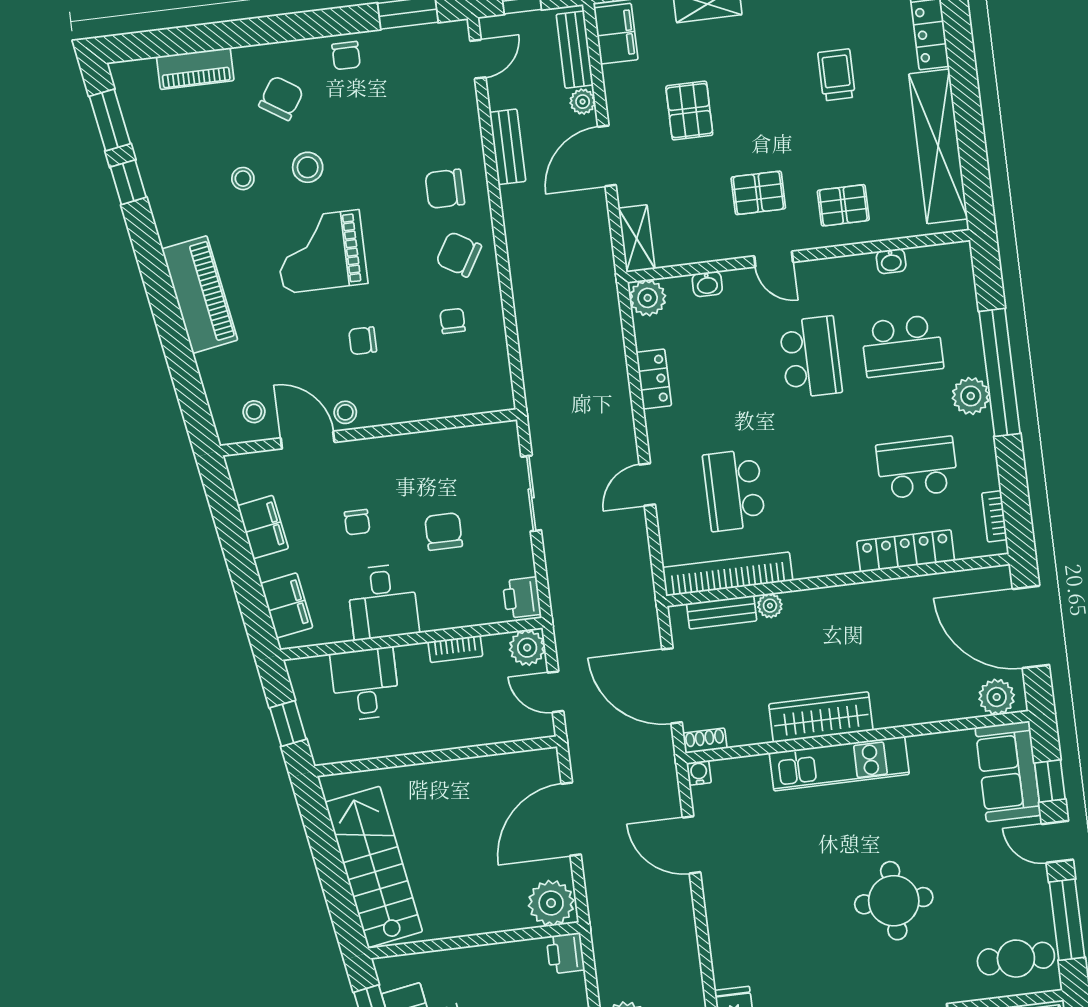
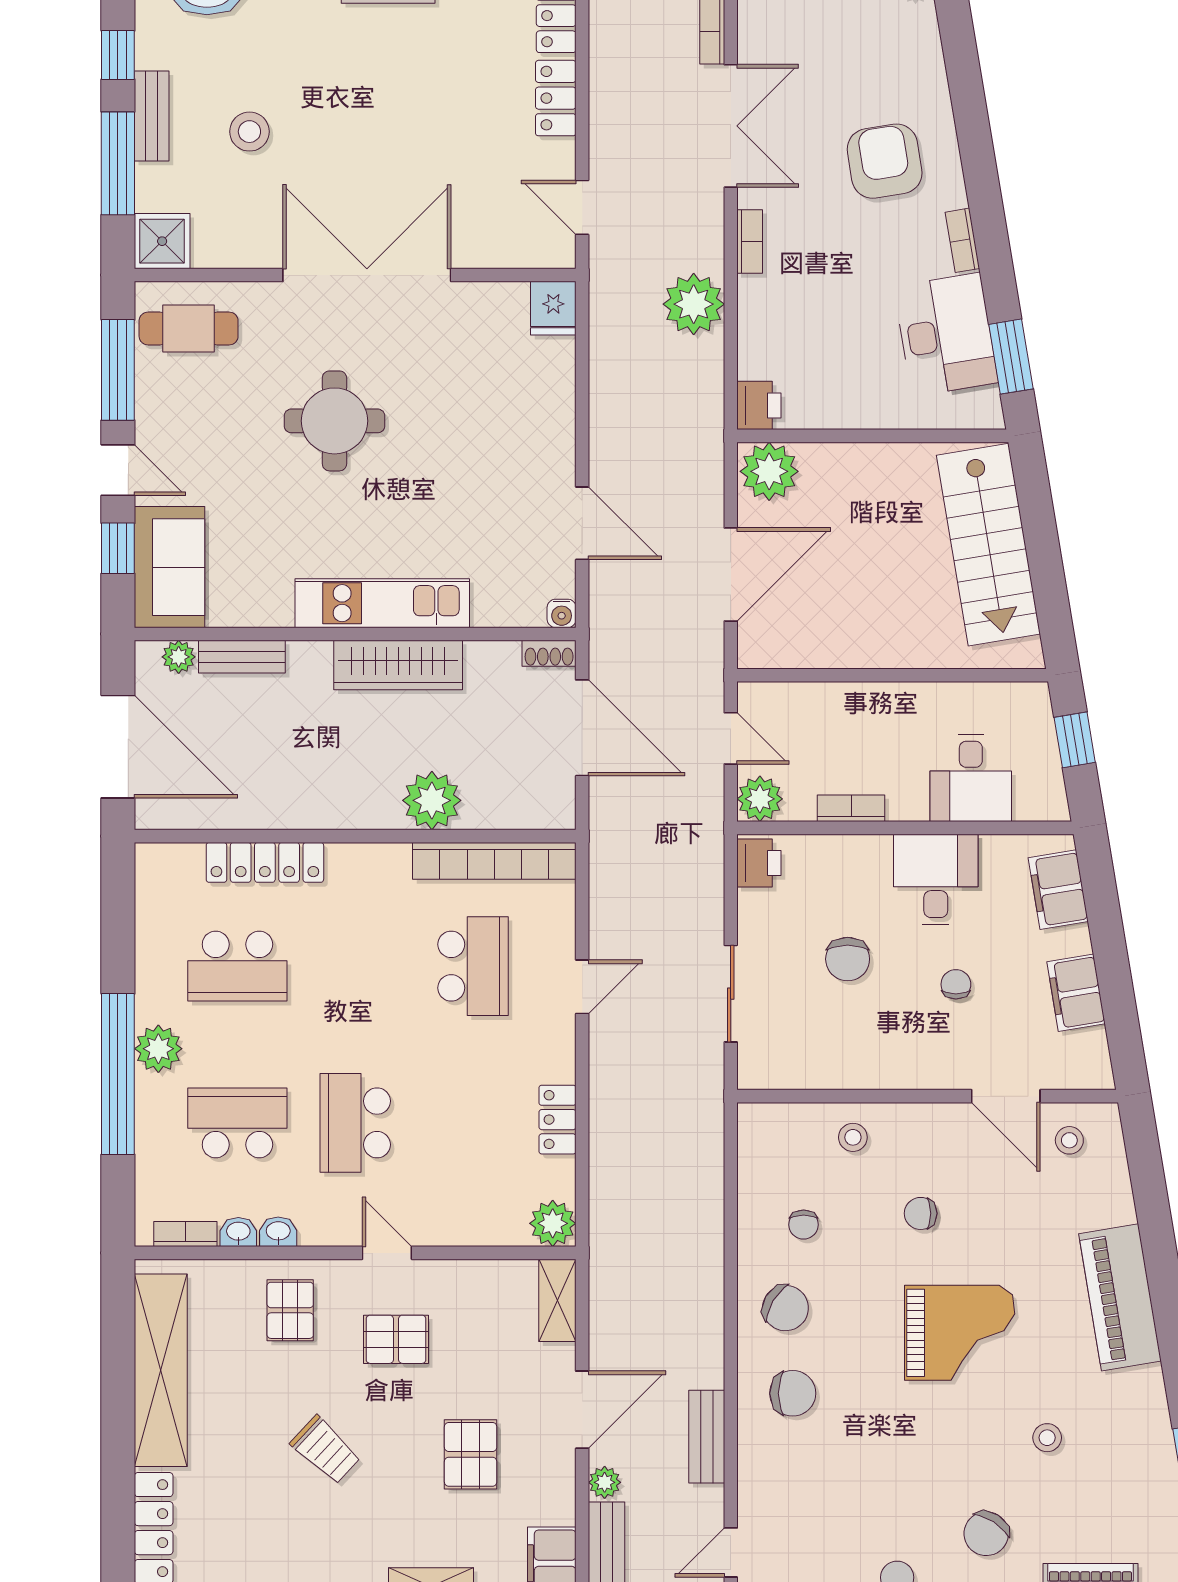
trolley: (836, 75) -> (326, 1450), moved, turned -47
stool: (308, 167) -> (963, 1442), removed
pallet: (843, 205) -> (290, 1310), turned 90
washbasin: (707, 284) -> (278, 1232), moved
chair: (363, 341) -> (921, 1213), turned 180
stool: (345, 412) -> (853, 1137), moved
bookcase: (994, 516) -> (185, 1234), moved, turned -90
plant: (770, 606) -> (432, 800), width x1.87, depth x1.87
bench: (722, 612) -> (242, 657), moved
plant: (997, 697) -> (179, 657), width x0.73, depth x0.73

